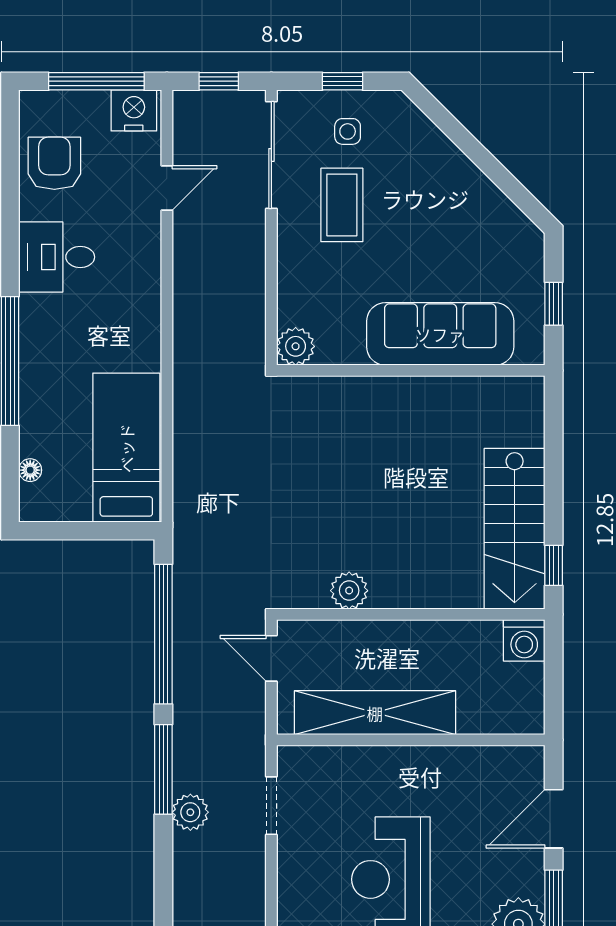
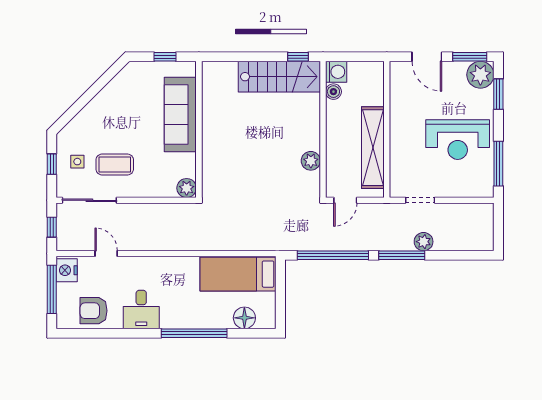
floor lamp: (30, 470) -> (244, 318), width x1.89, depth x1.89
boiler: (485, 635) -> (333, 92), added

